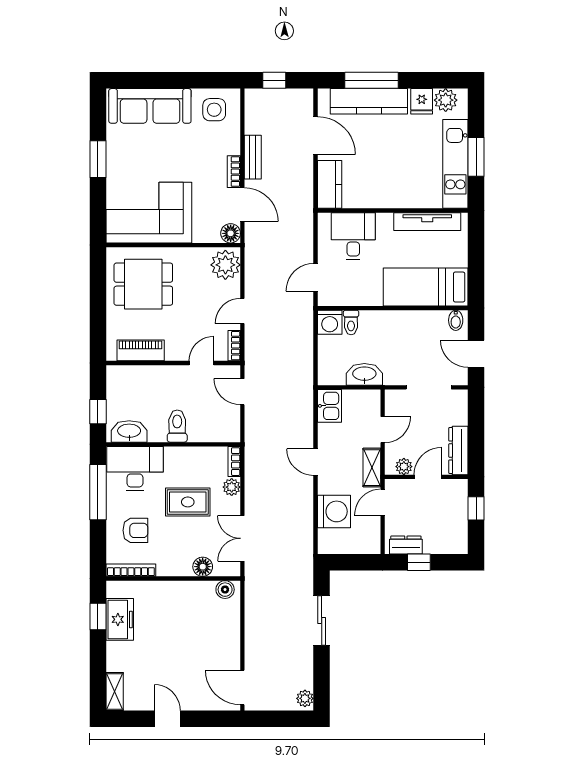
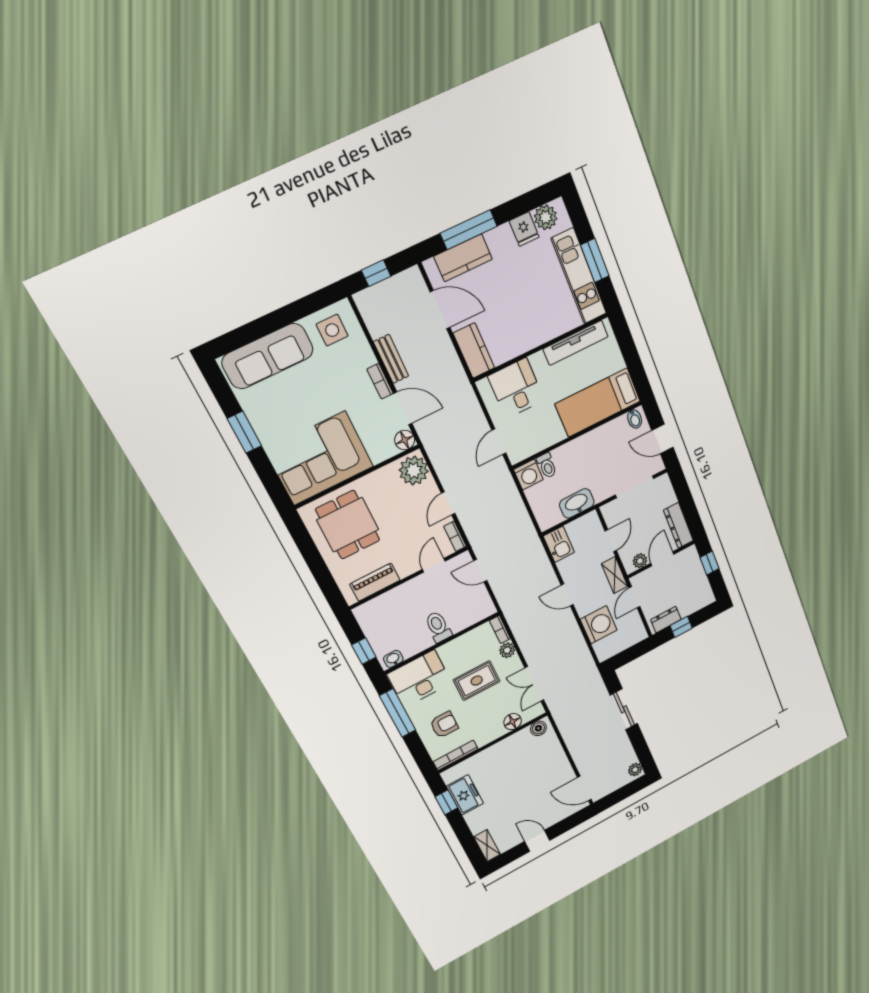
kitchen counter: (369, 101) -> (463, 258), width x0.67
dining table: (143, 284) -> (348, 525), turned 90
washbasin: (129, 431) -> (393, 659), width x0.52, depth x0.69

